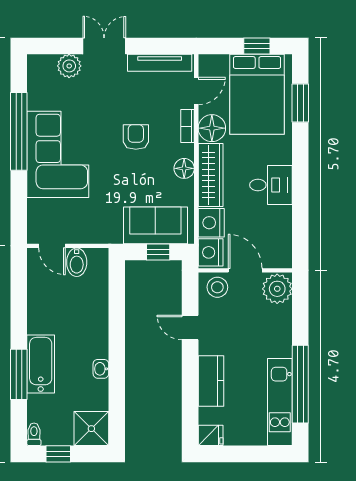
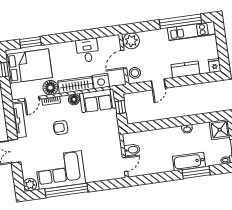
plant: (69, 66) -> (30, 185), moved
door: (196, 91) -> (32, 99), swing flipped
corner sofa: (58, 154) -> (60, 170), moved
desk: (271, 185) -> (87, 50), moved
sofa: (155, 225) -> (98, 101), moved, turned -90
nightstand: (211, 252) -> (117, 79), removed

